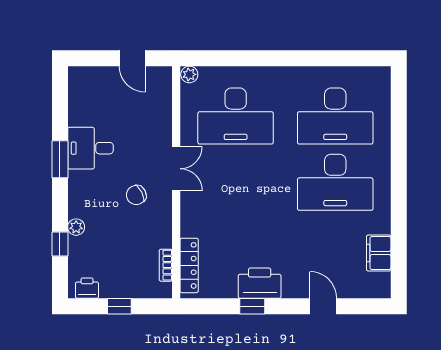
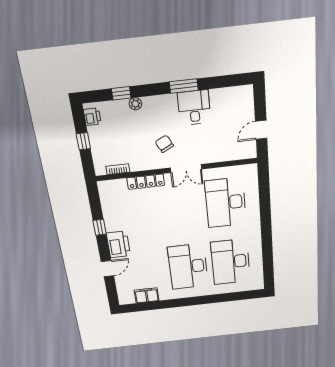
plant: (189, 74) -> (252, 170), removed
locker: (189, 265) -> (146, 182), moved
printer: (260, 283) -> (118, 244), moved

